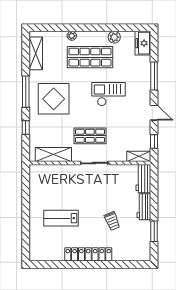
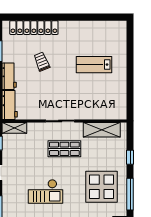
lab bench: (61, 218) -> (94, 65), turned 180
locker: (88, 254) -> (34, 28), moved

